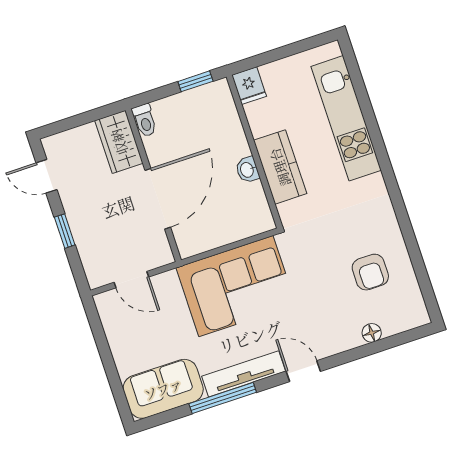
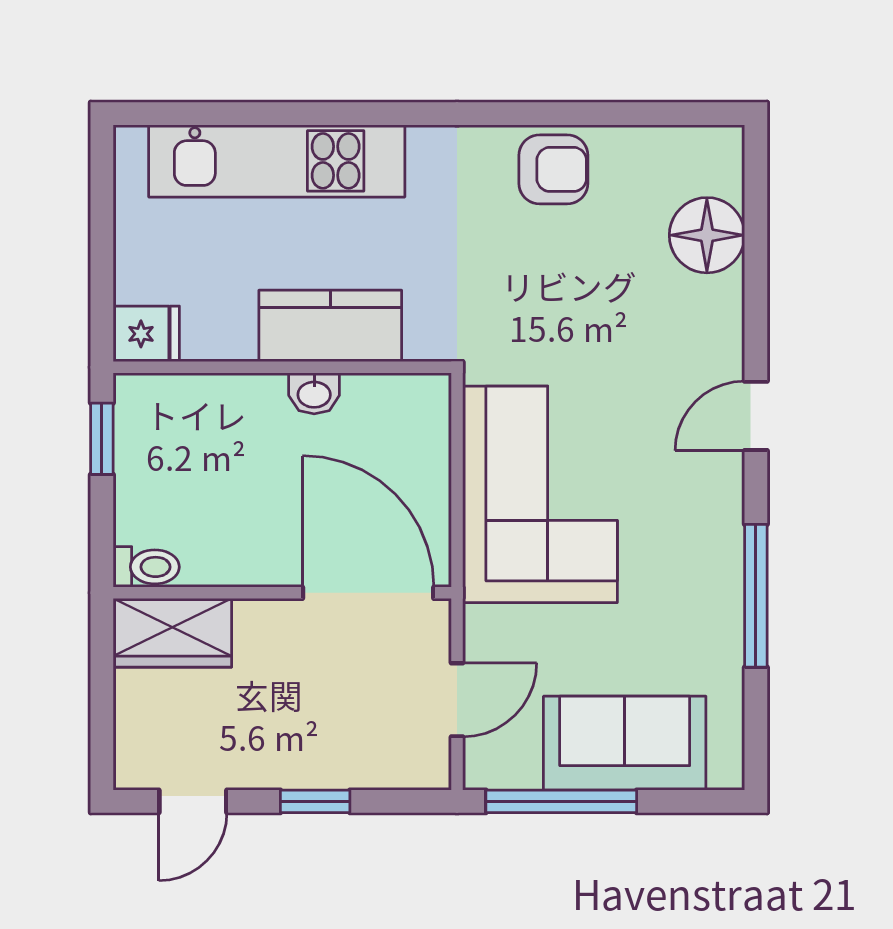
door: (158, 199) -> (368, 593), moved
armchair: (370, 272) -> (553, 169), moved
floor lamp: (372, 333) -> (707, 235), width x1.89, depth x1.89
window: (101, 341) -> (561, 801), added
tv unit: (244, 374) -> (721, 537), removed
sofa: (163, 389) -> (625, 743), moved, turned 90

